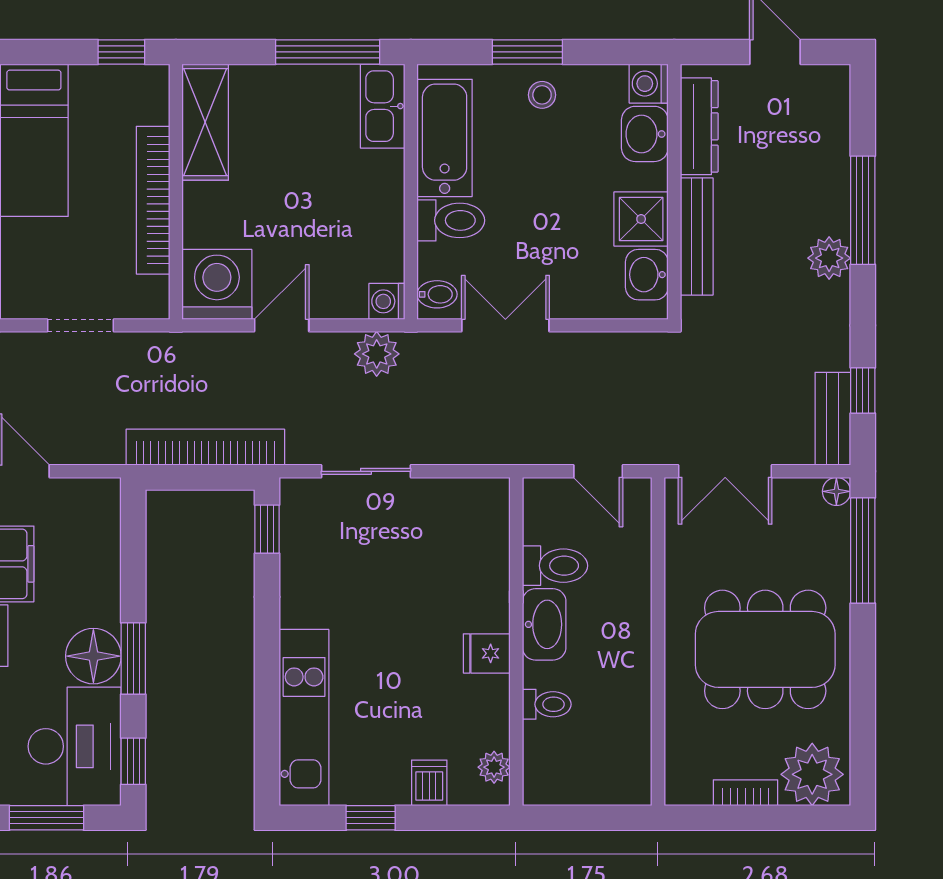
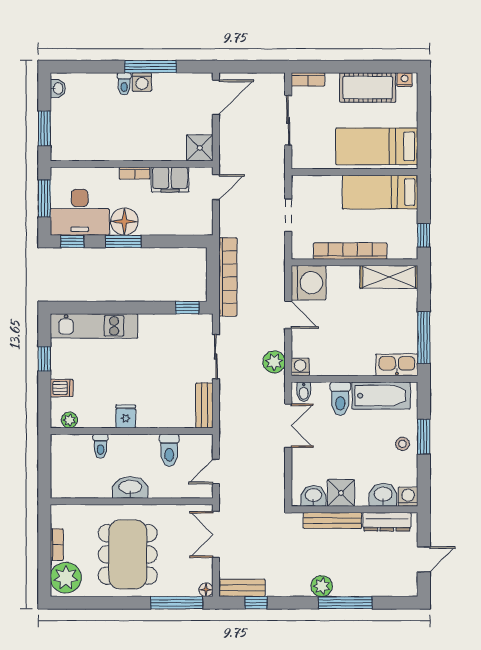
bench: (465, 495) -> (204, 405), added
washbasin: (544, 624) -> (130, 487), moved, turned 180

